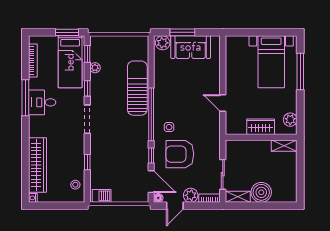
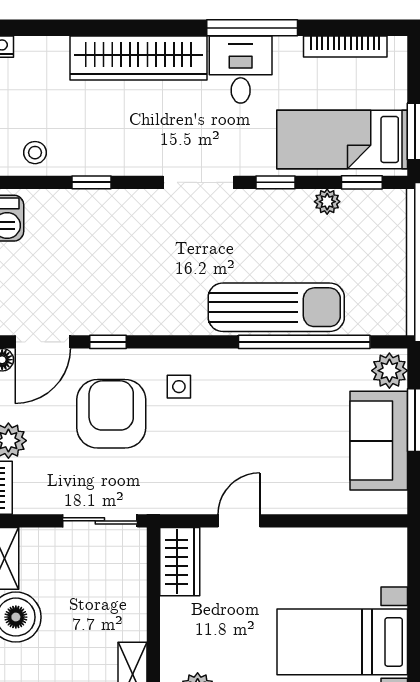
window: (151, 114) -> (304, 342), moved
wardrobe: (261, 127) -> (180, 562), moved
wardrobe: (38, 165) -> (138, 58), moved
sliding door: (223, 174) -> (100, 521), moved

